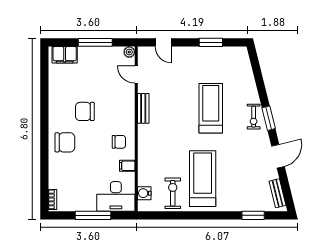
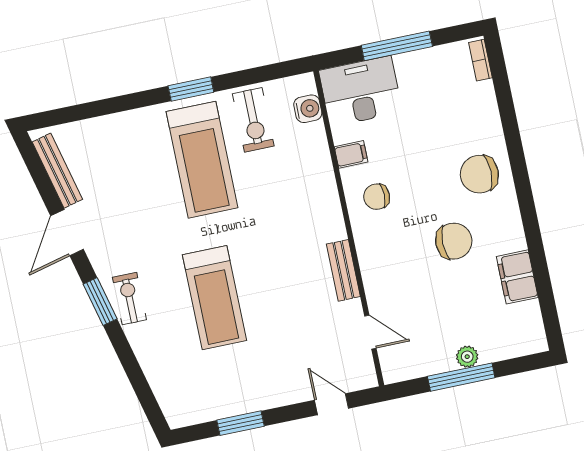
plant: (129, 52) -> (467, 357), moved
filing cabinet: (65, 55) -> (517, 277), moved, turned -90
bench: (278, 193) -> (57, 171), width x1.36
window: (253, 215) -> (191, 89), moved

